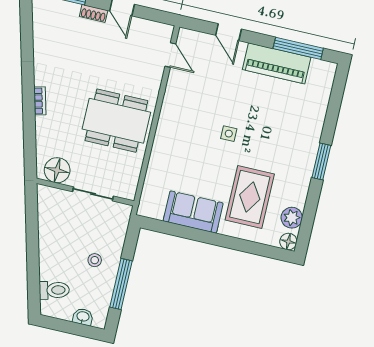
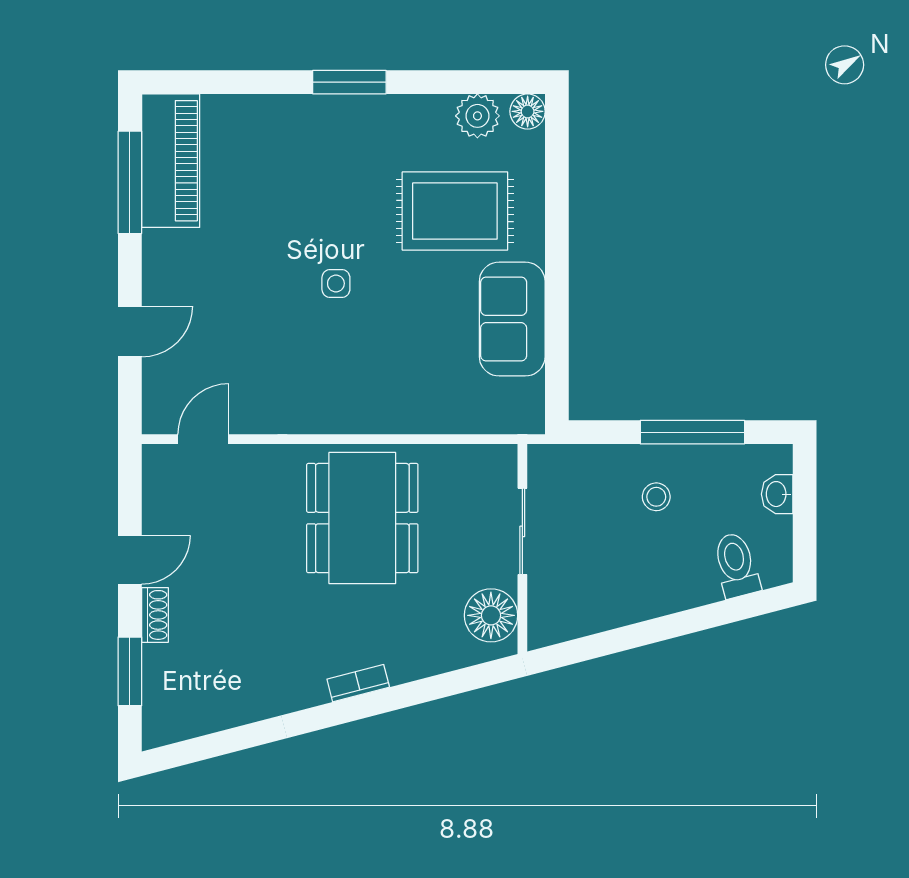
piano: (277, 63) -> (171, 161), moved

